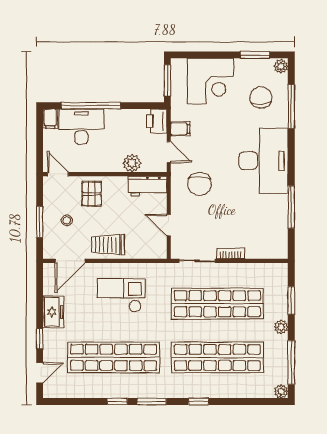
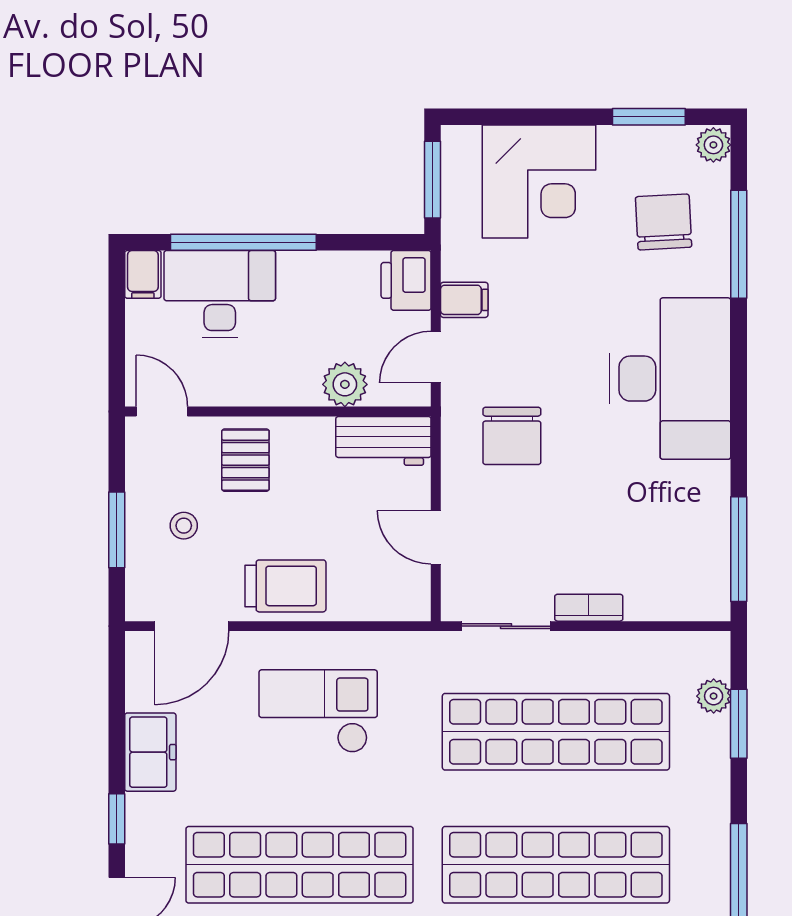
door: (169, 152) -> (436, 357), swing flipped
window: (291, 207) -> (739, 549), moved
trolley: (108, 245) -> (285, 586), turned 180
plant: (281, 327) -> (714, 696), moved

